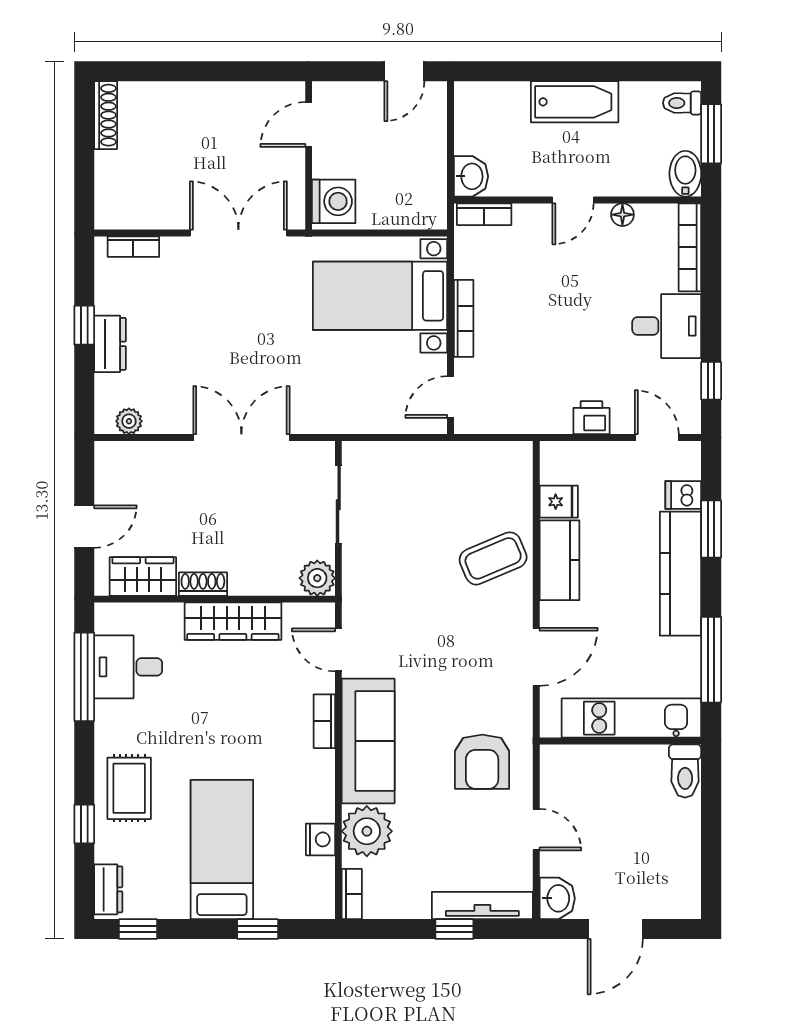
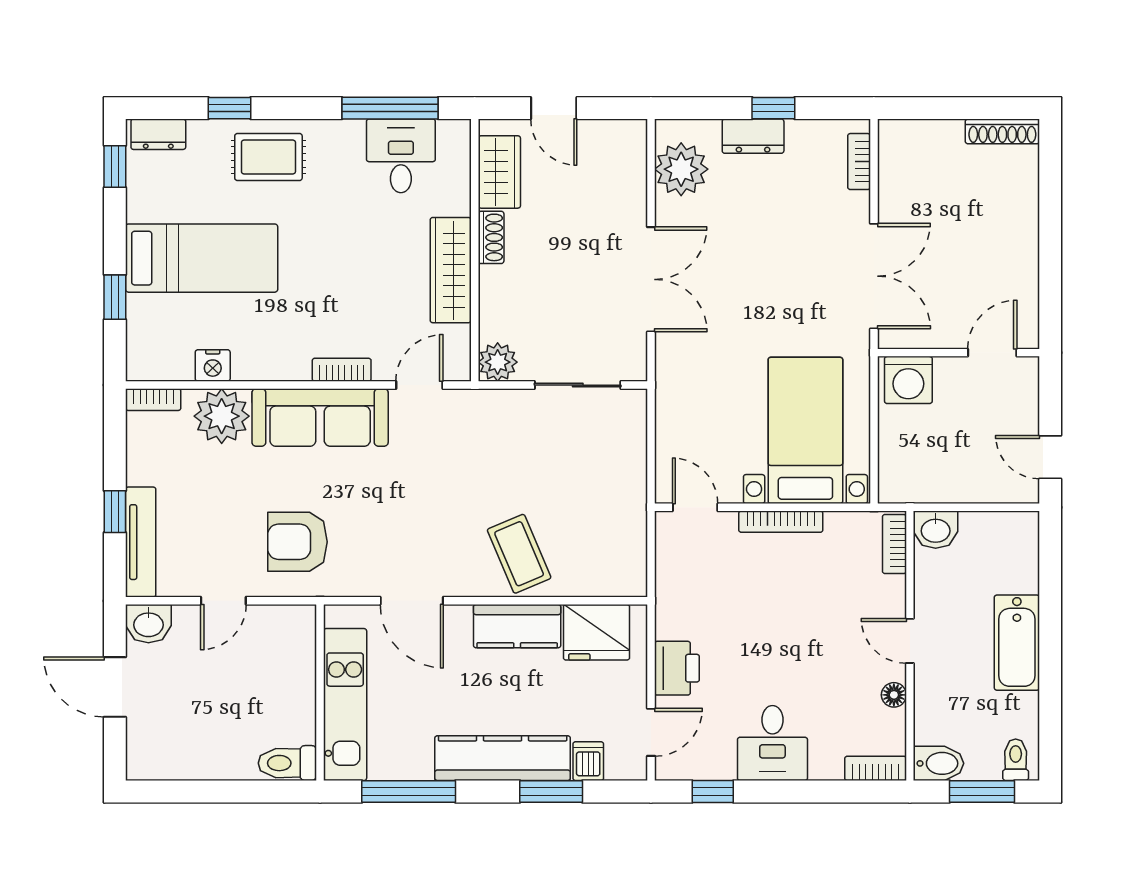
door: (309, 124) -> (992, 353), hinge flipped
bookcase: (690, 247) -> (876, 768), width x0.64
printer: (591, 418) -> (677, 668), width x1.36, depth x1.24
plant: (129, 421) -> (681, 169), width x1.88, depth x1.88
fridge: (559, 502) -> (596, 632), width x1.88, depth x1.34

